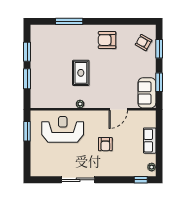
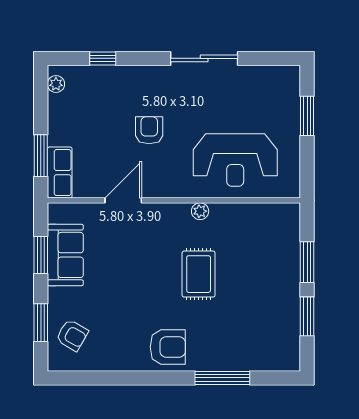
armchair: (107, 40) -> (168, 347), moved
sofa: (147, 93) -> (65, 255), moved
window: (27, 131) -> (307, 116), moved
window: (159, 132) -> (41, 156), added
row of seats: (150, 141) -> (60, 173), moved
window: (141, 180) -> (103, 58), moved

